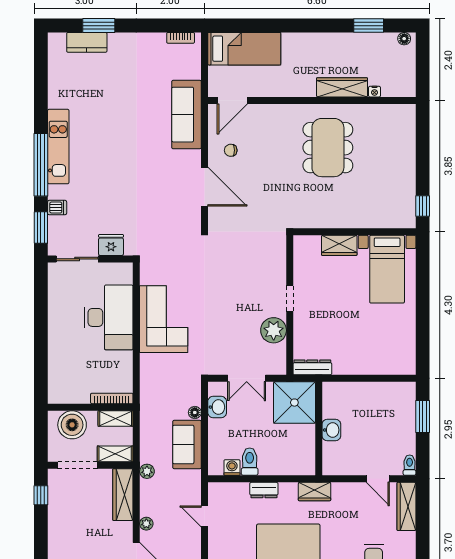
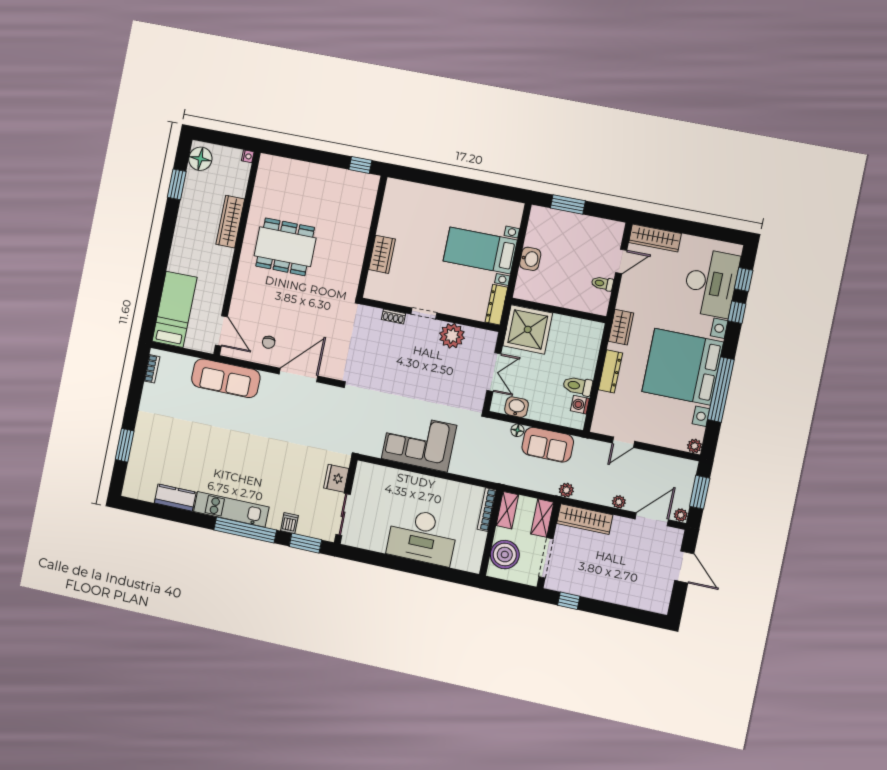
floor lamp: (404, 39) -> (200, 159), width x1.89, depth x1.89
kitchen counter: (87, 42) -> (175, 498), moved, turned -90
nightstand: (375, 92) -> (248, 156), moved
shoe rack: (281, 269) -> (393, 316), added
bed with nightstands: (387, 269) -> (480, 251), moved, turned 180
desk: (109, 317) -> (422, 537), moved, turned 180
washbasin: (331, 430) -> (530, 259), moved, turned 90
toilet: (410, 465) -> (602, 283), moved
dresser: (264, 490) -> (610, 371), width x1.44

